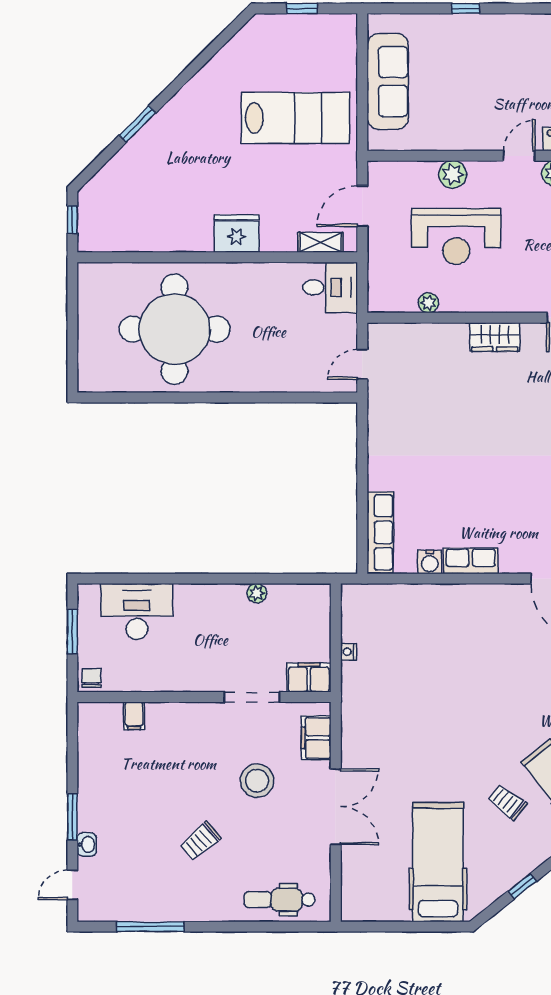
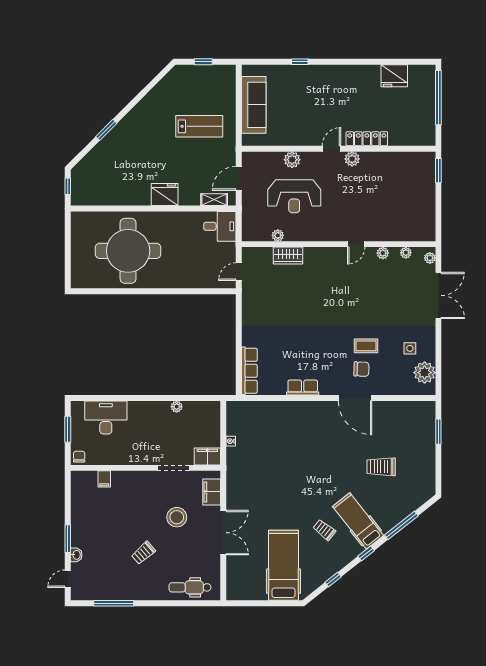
lab bench: (295, 118) -> (199, 126), width x0.73, depth x0.72
wardrobe: (495, 337) -> (288, 256), moved
water cooler: (430, 562) -> (279, 388), removed

